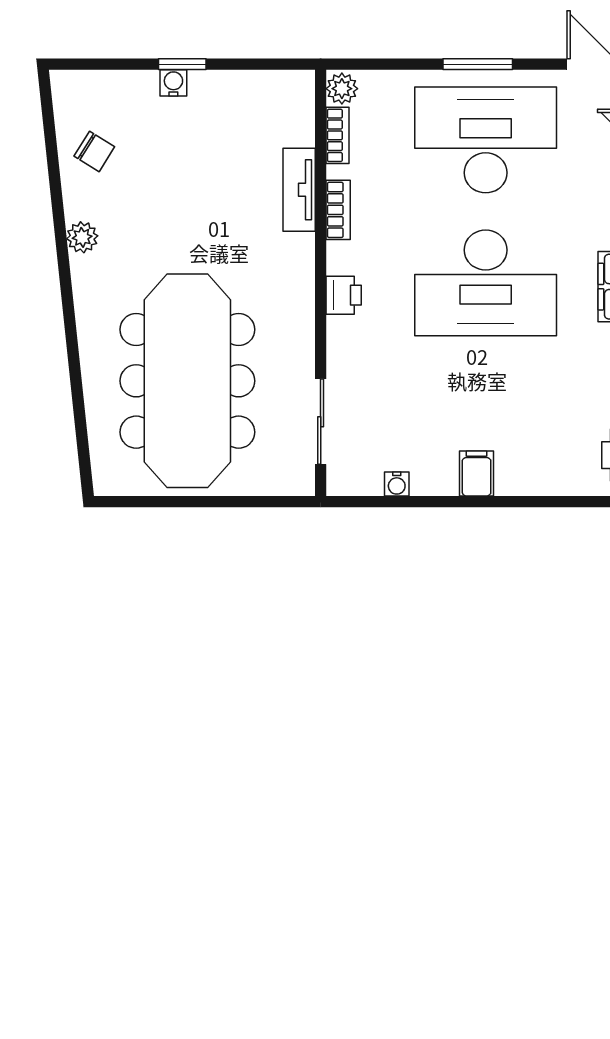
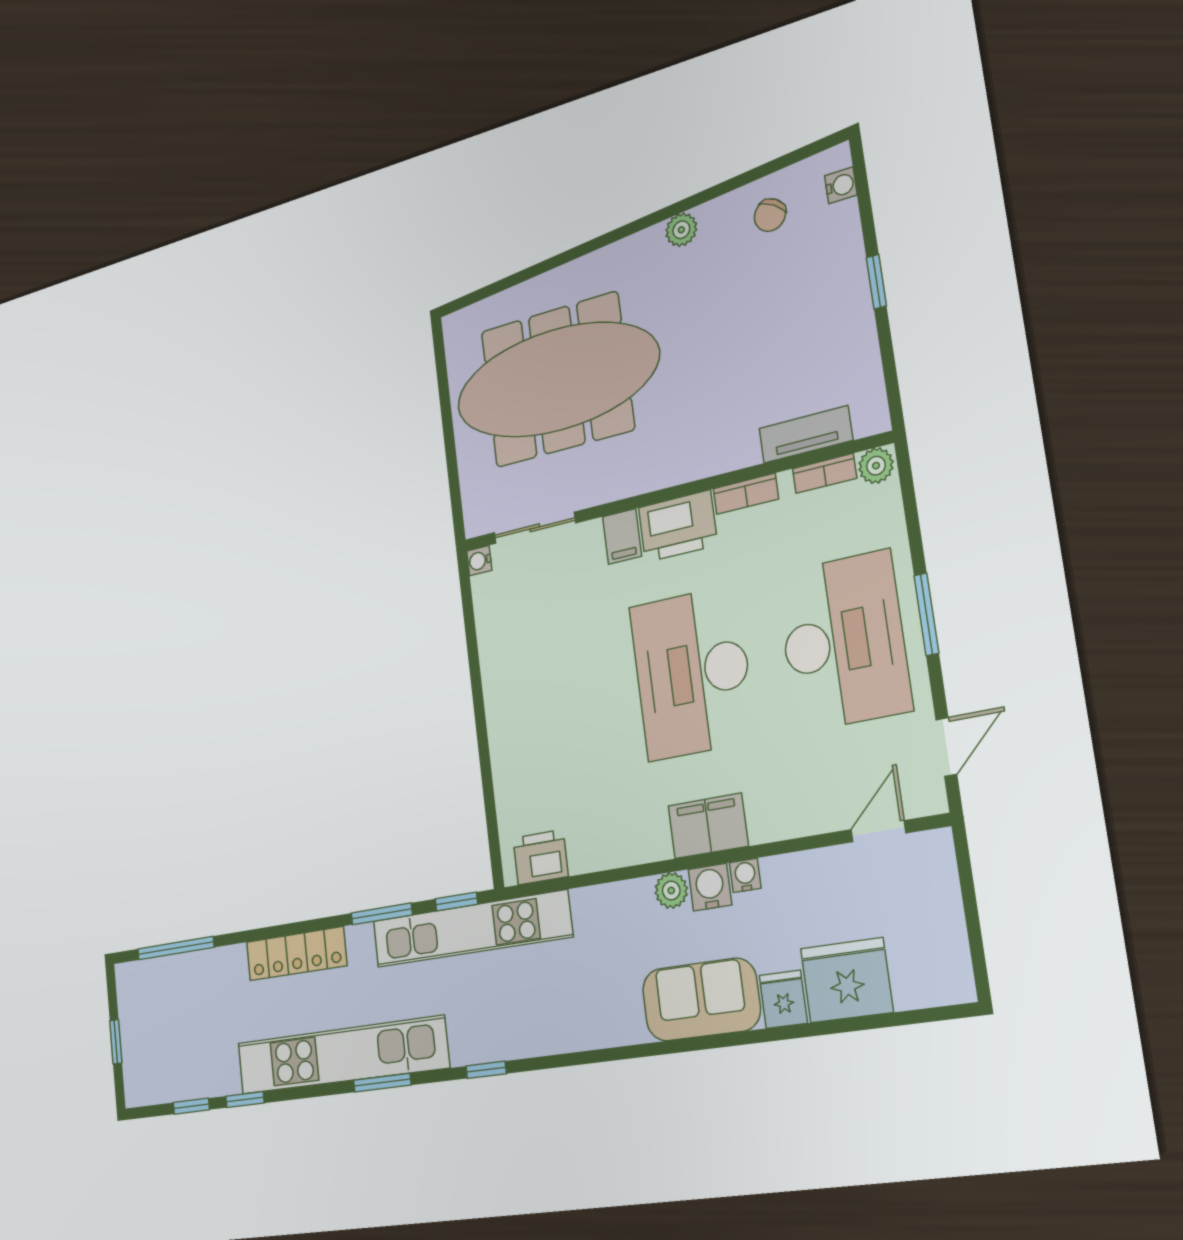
water cooler: (173, 83) -> (841, 185), moved
tv unit: (299, 190) -> (806, 434), moved
printer: (344, 295) -> (678, 526), width x1.87, depth x1.48
filing cabinet: (477, 474) -> (622, 536), moved, turned 90
water cooler: (397, 484) -> (479, 561), moved

